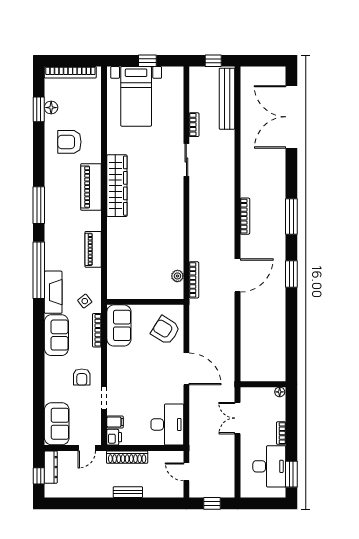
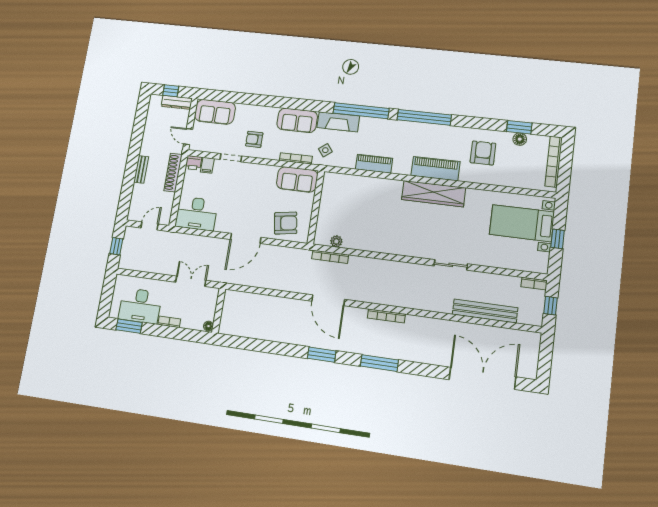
bench: (227, 99) -> (485, 311), moved
bookcase: (194, 125) -> (534, 284), moved
window: (39, 205) -> (424, 117), width x1.46
armchair: (165, 330) -> (286, 223), turned 49

